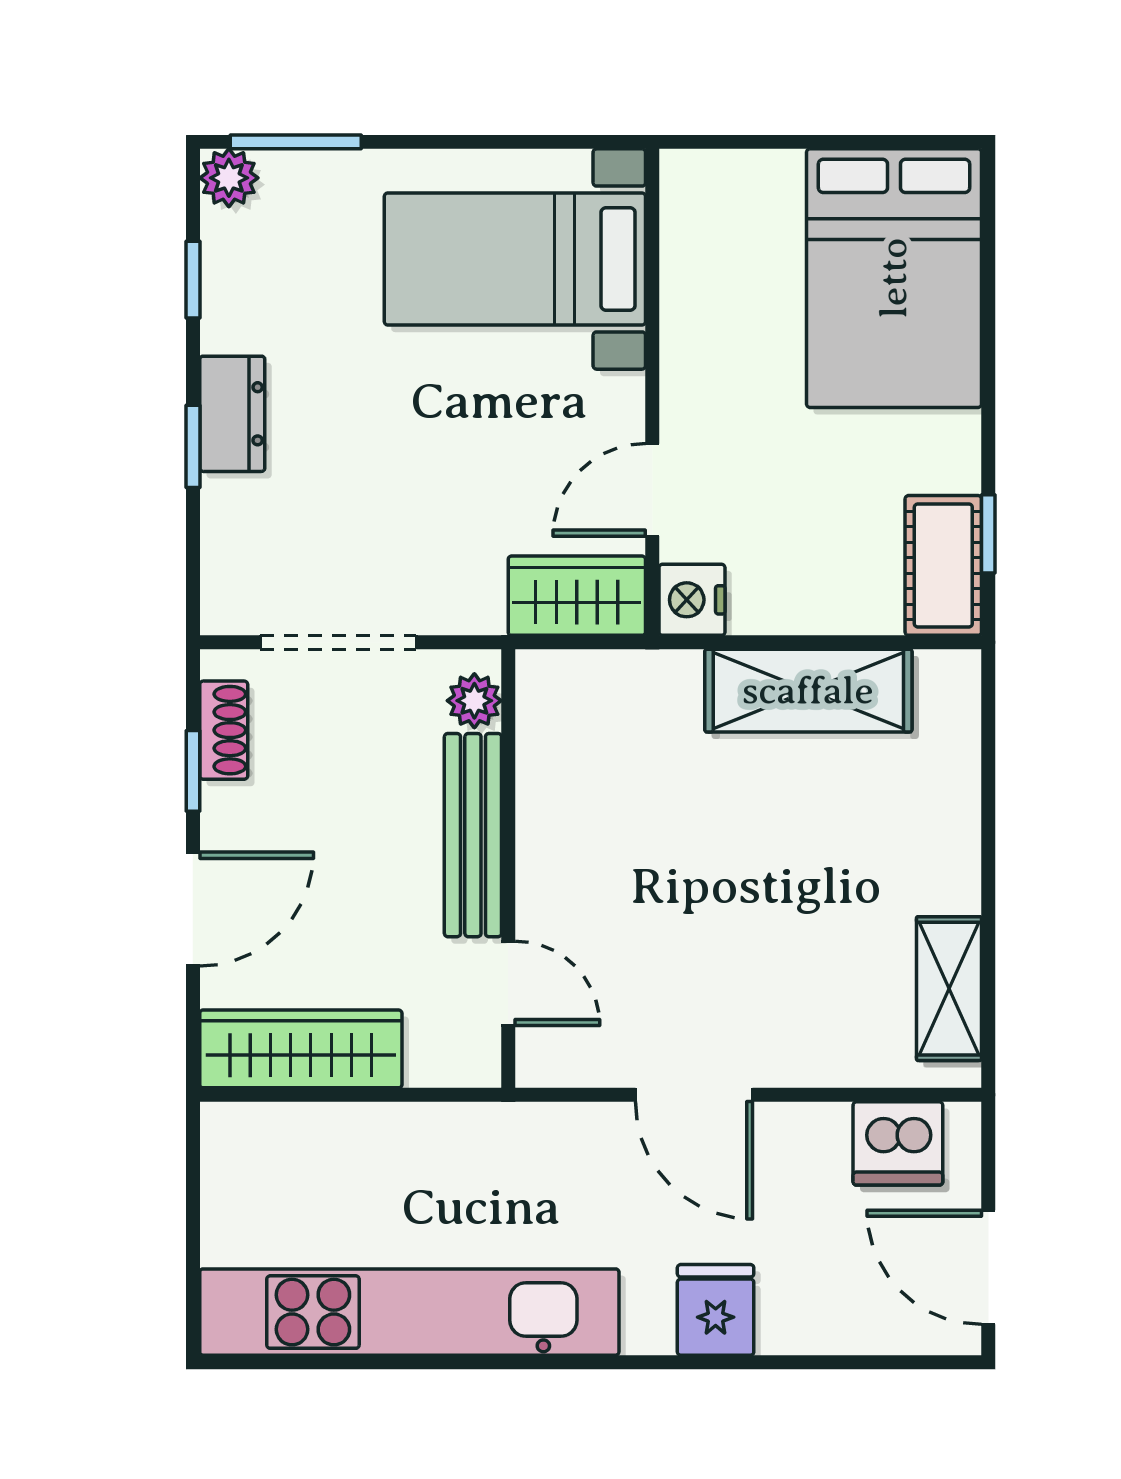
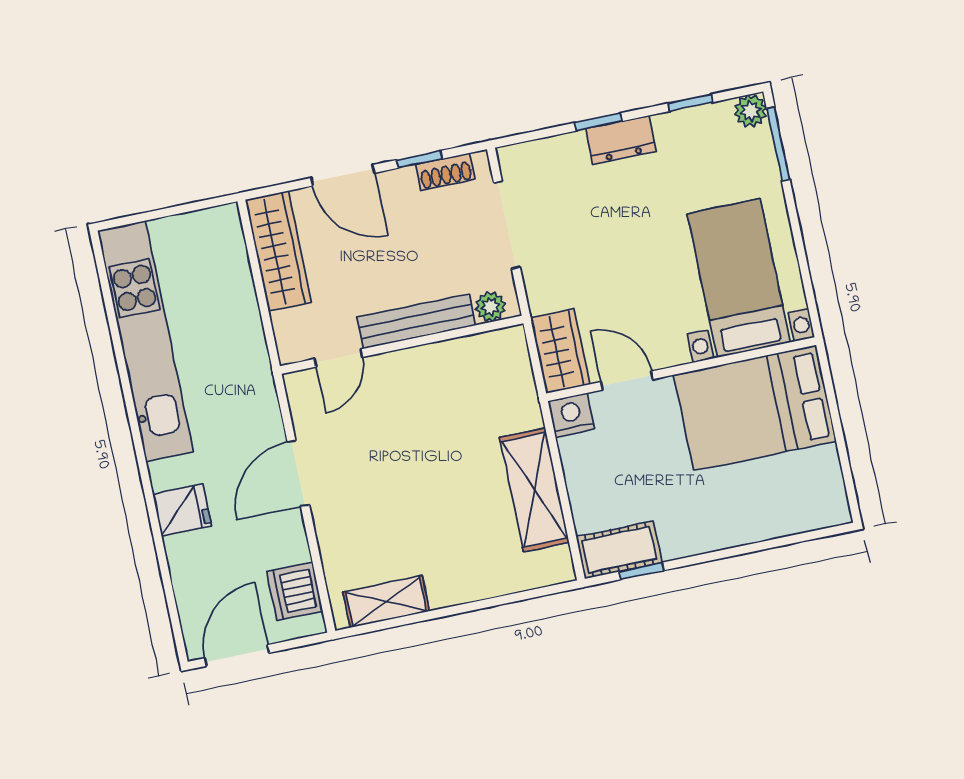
bed: (894, 278) -> (755, 408), moved

